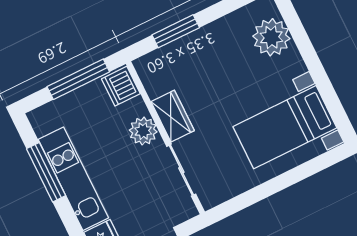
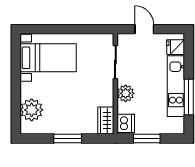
window: (176, 31) -> (68, 138), moved
window: (78, 79) -> (147, 138), width x0.69
wardrobe: (173, 116) -> (106, 121), moved

